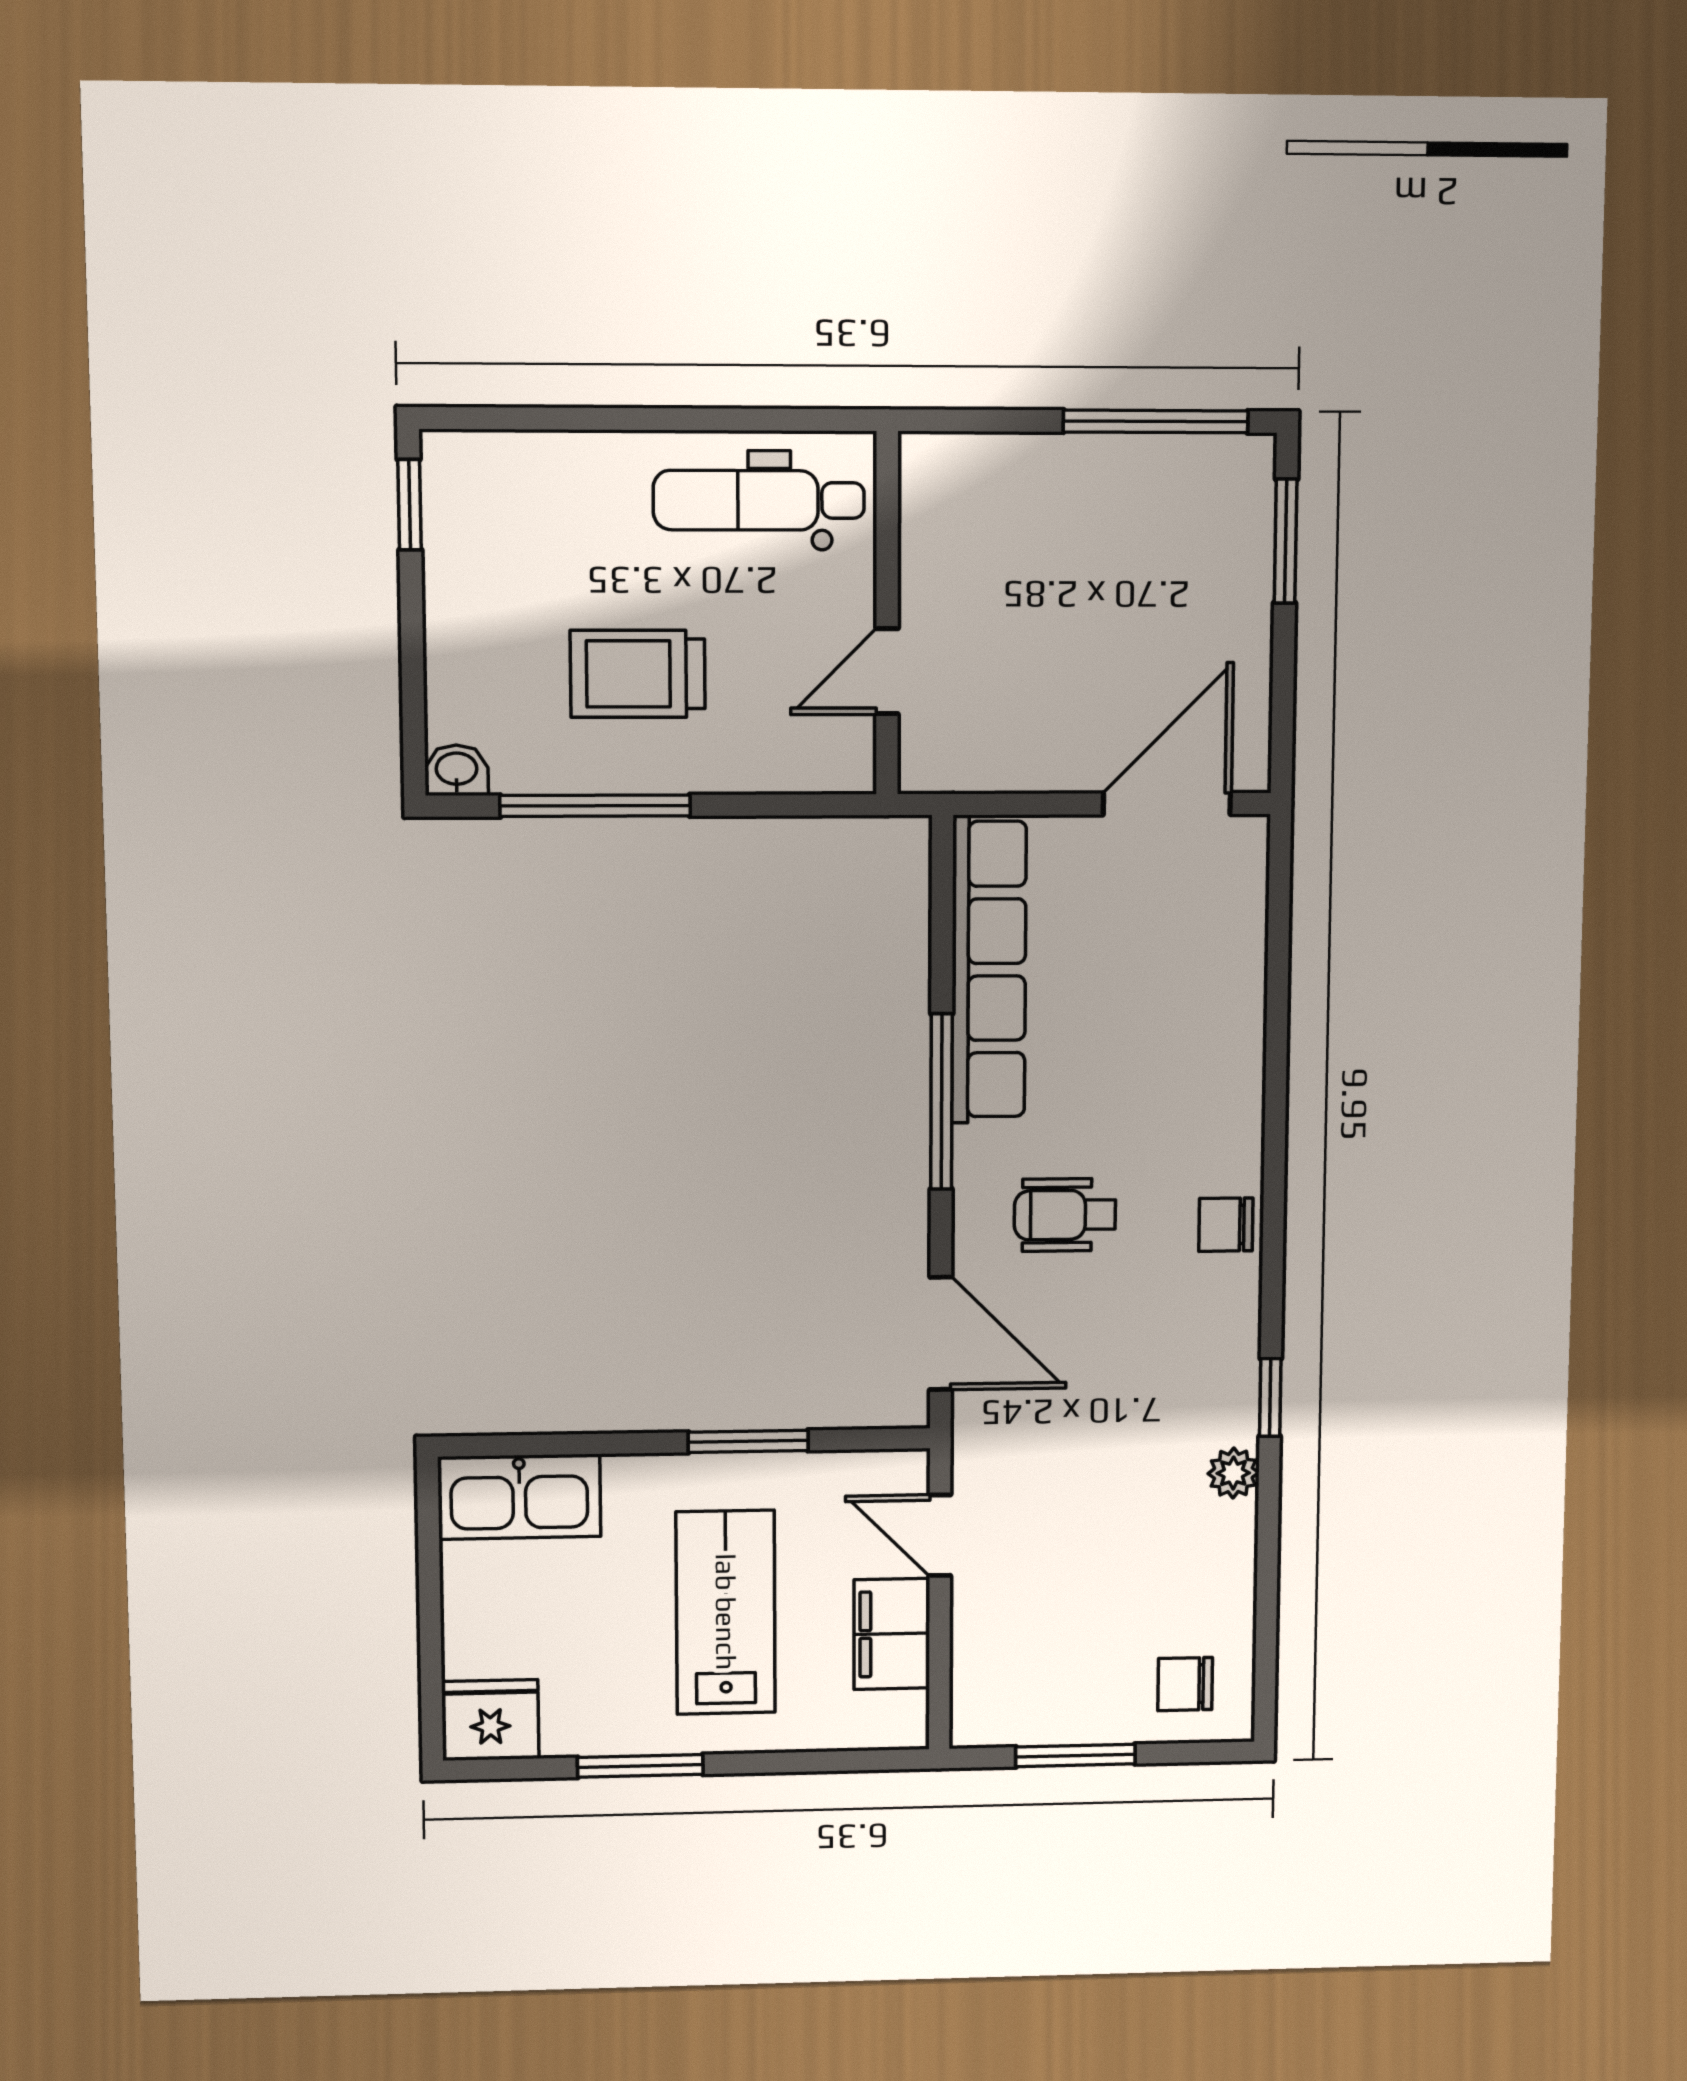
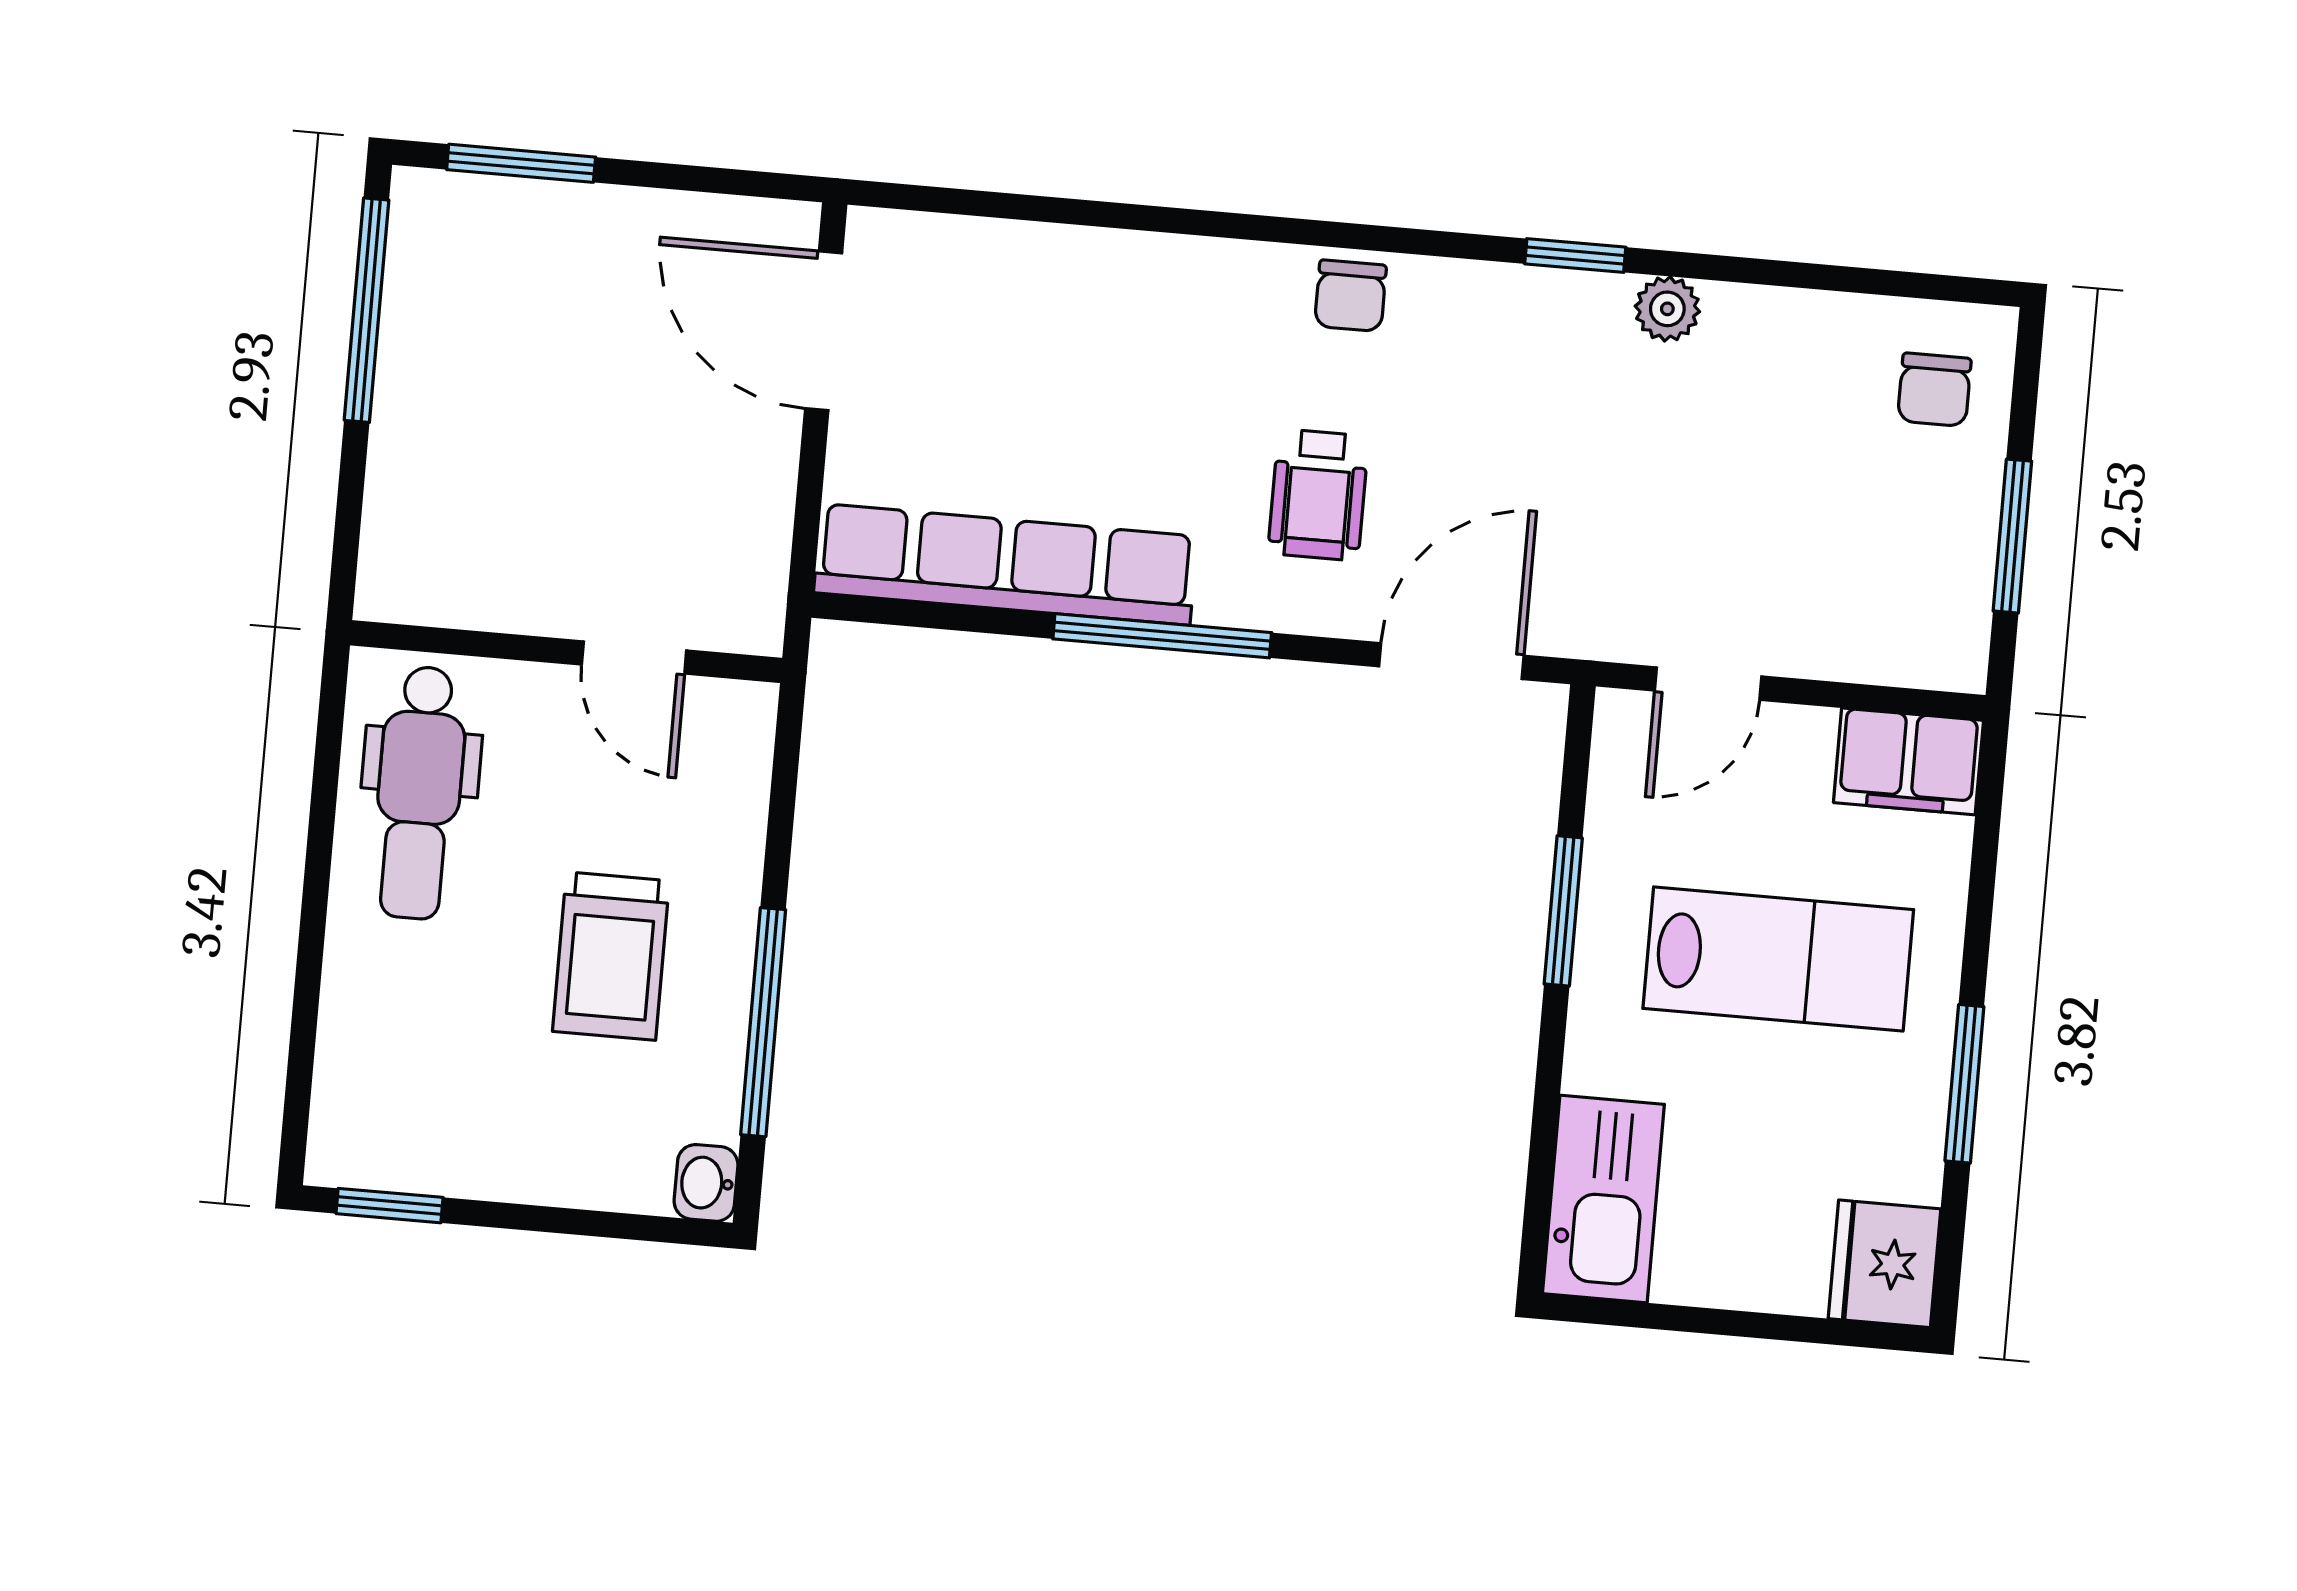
lab bench: (726, 1612) -> (1778, 959), turned 180
filing cabinet: (892, 1634) -> (1908, 761), moved

